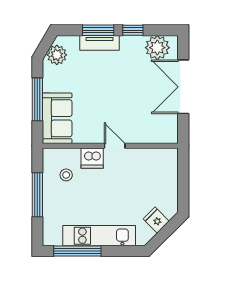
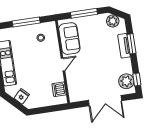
window: (133, 30) -> (137, 79), moved
double door: (183, 87) -> (105, 101), swing flipped
sofa: (57, 118) -> (69, 39), moved, turned -90
dishwasher: (92, 158) -> (59, 89), moved

